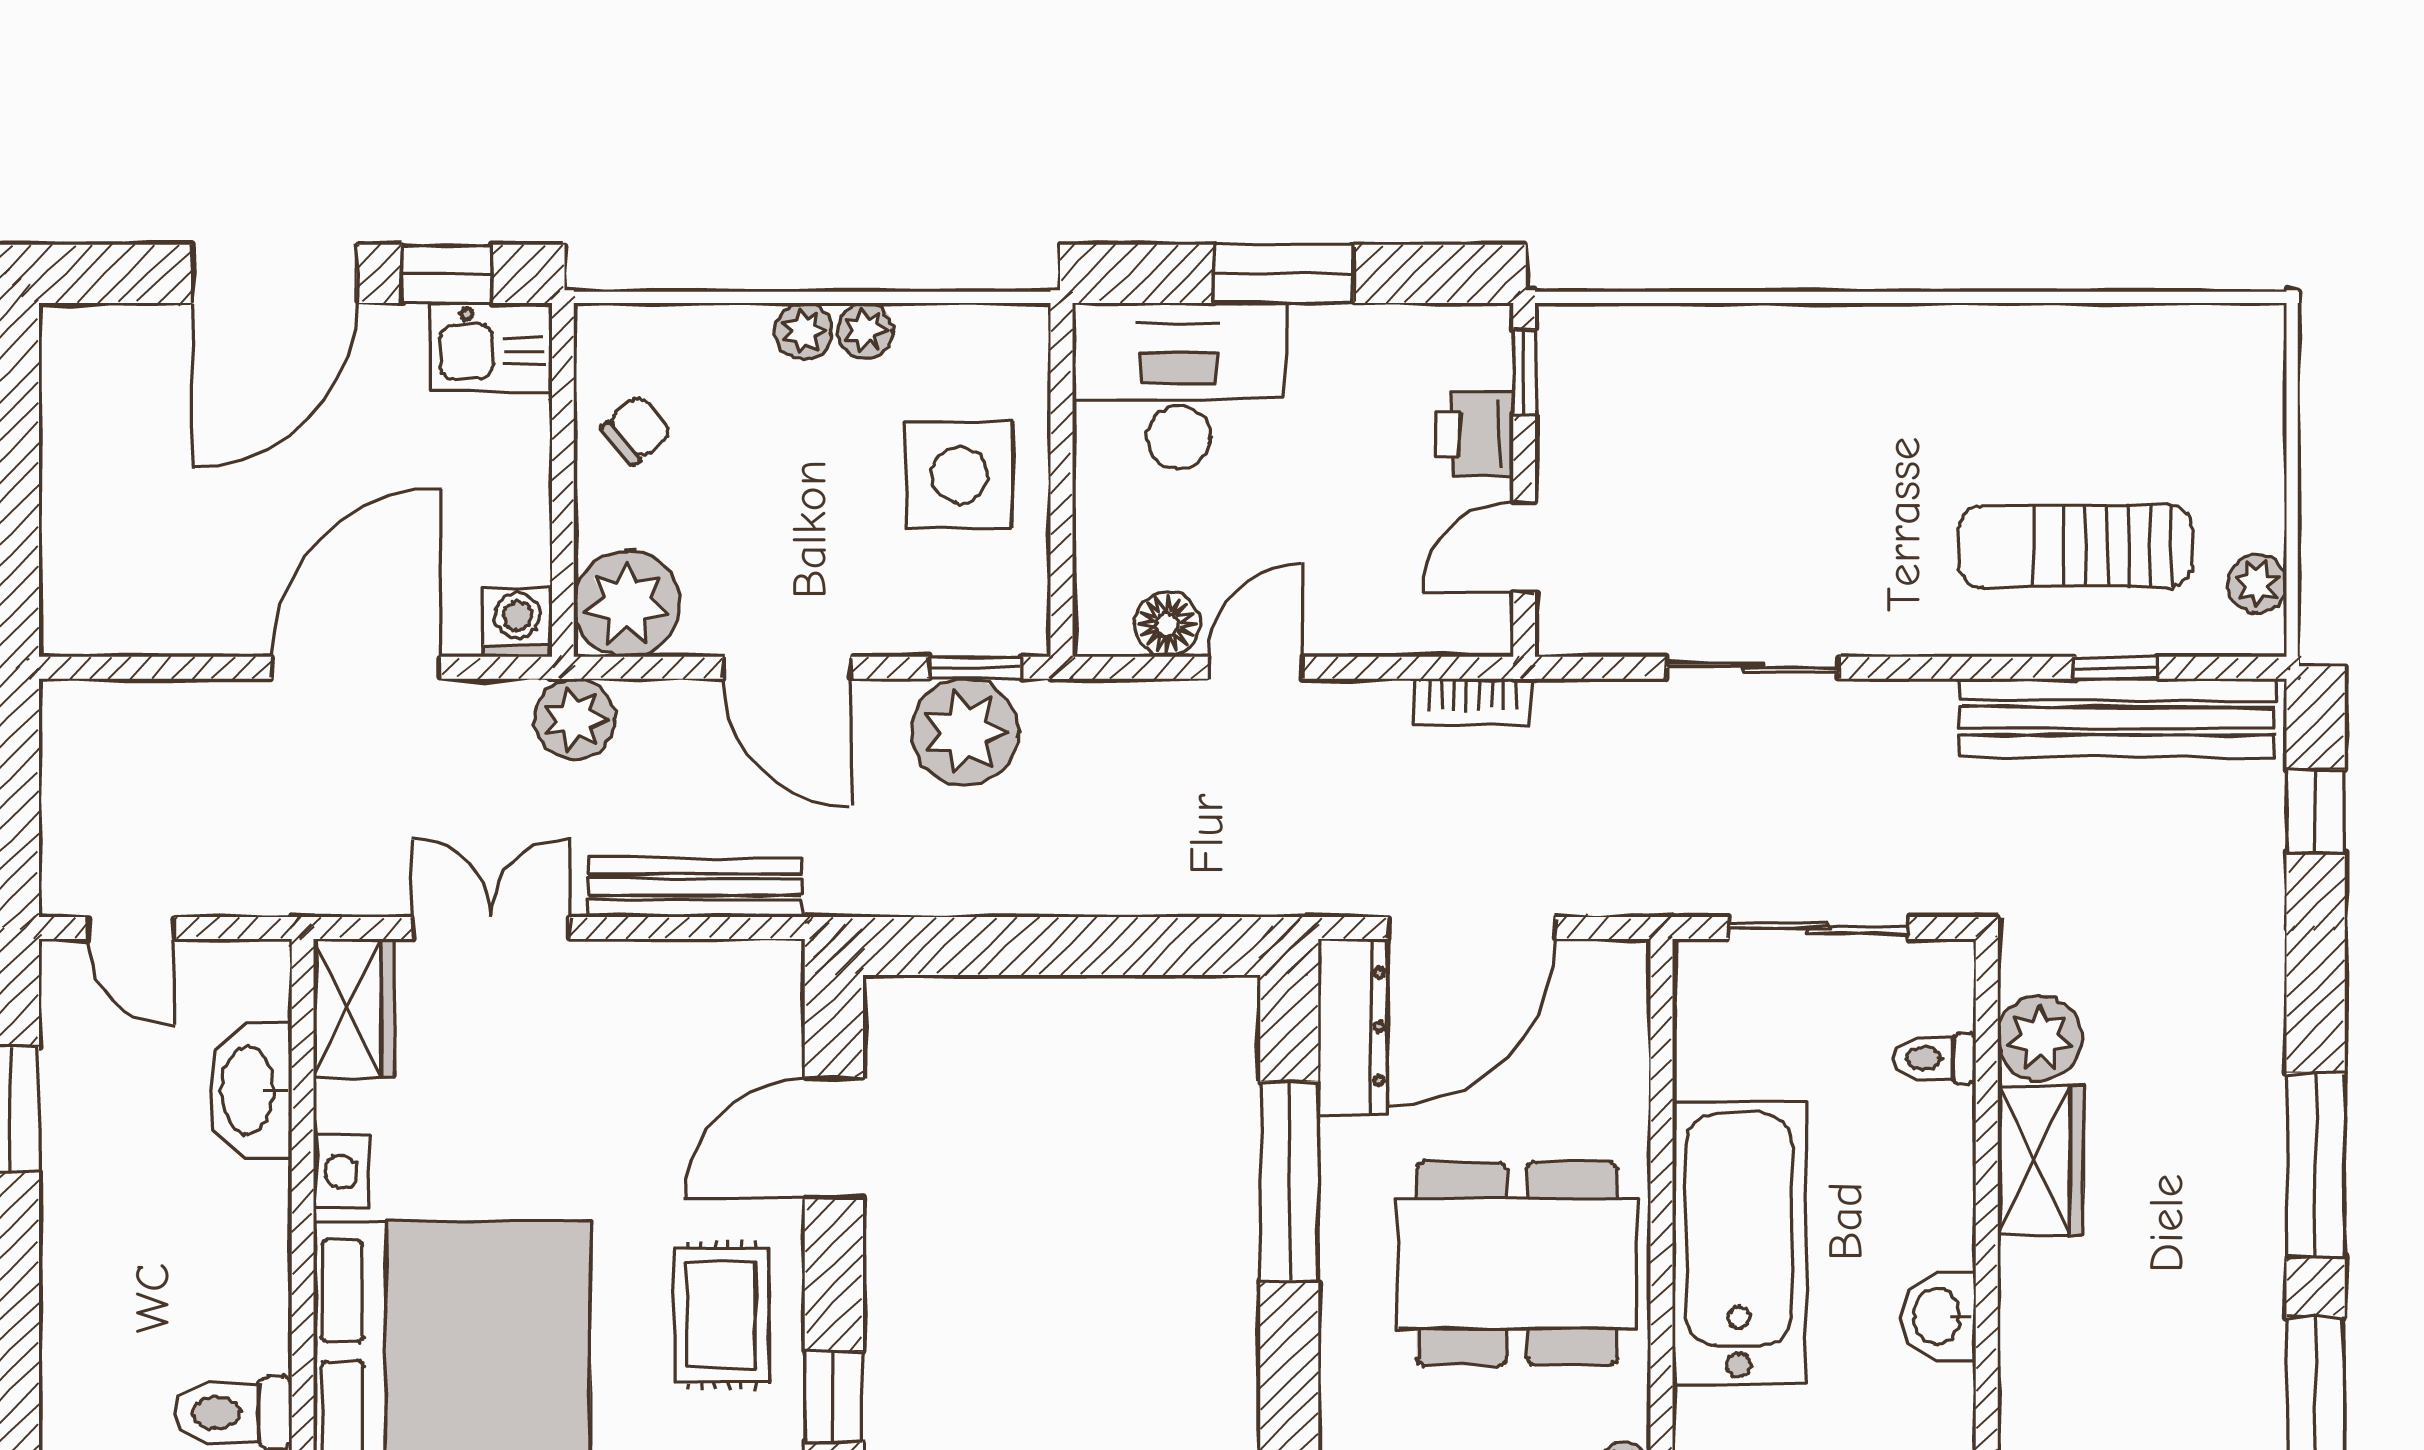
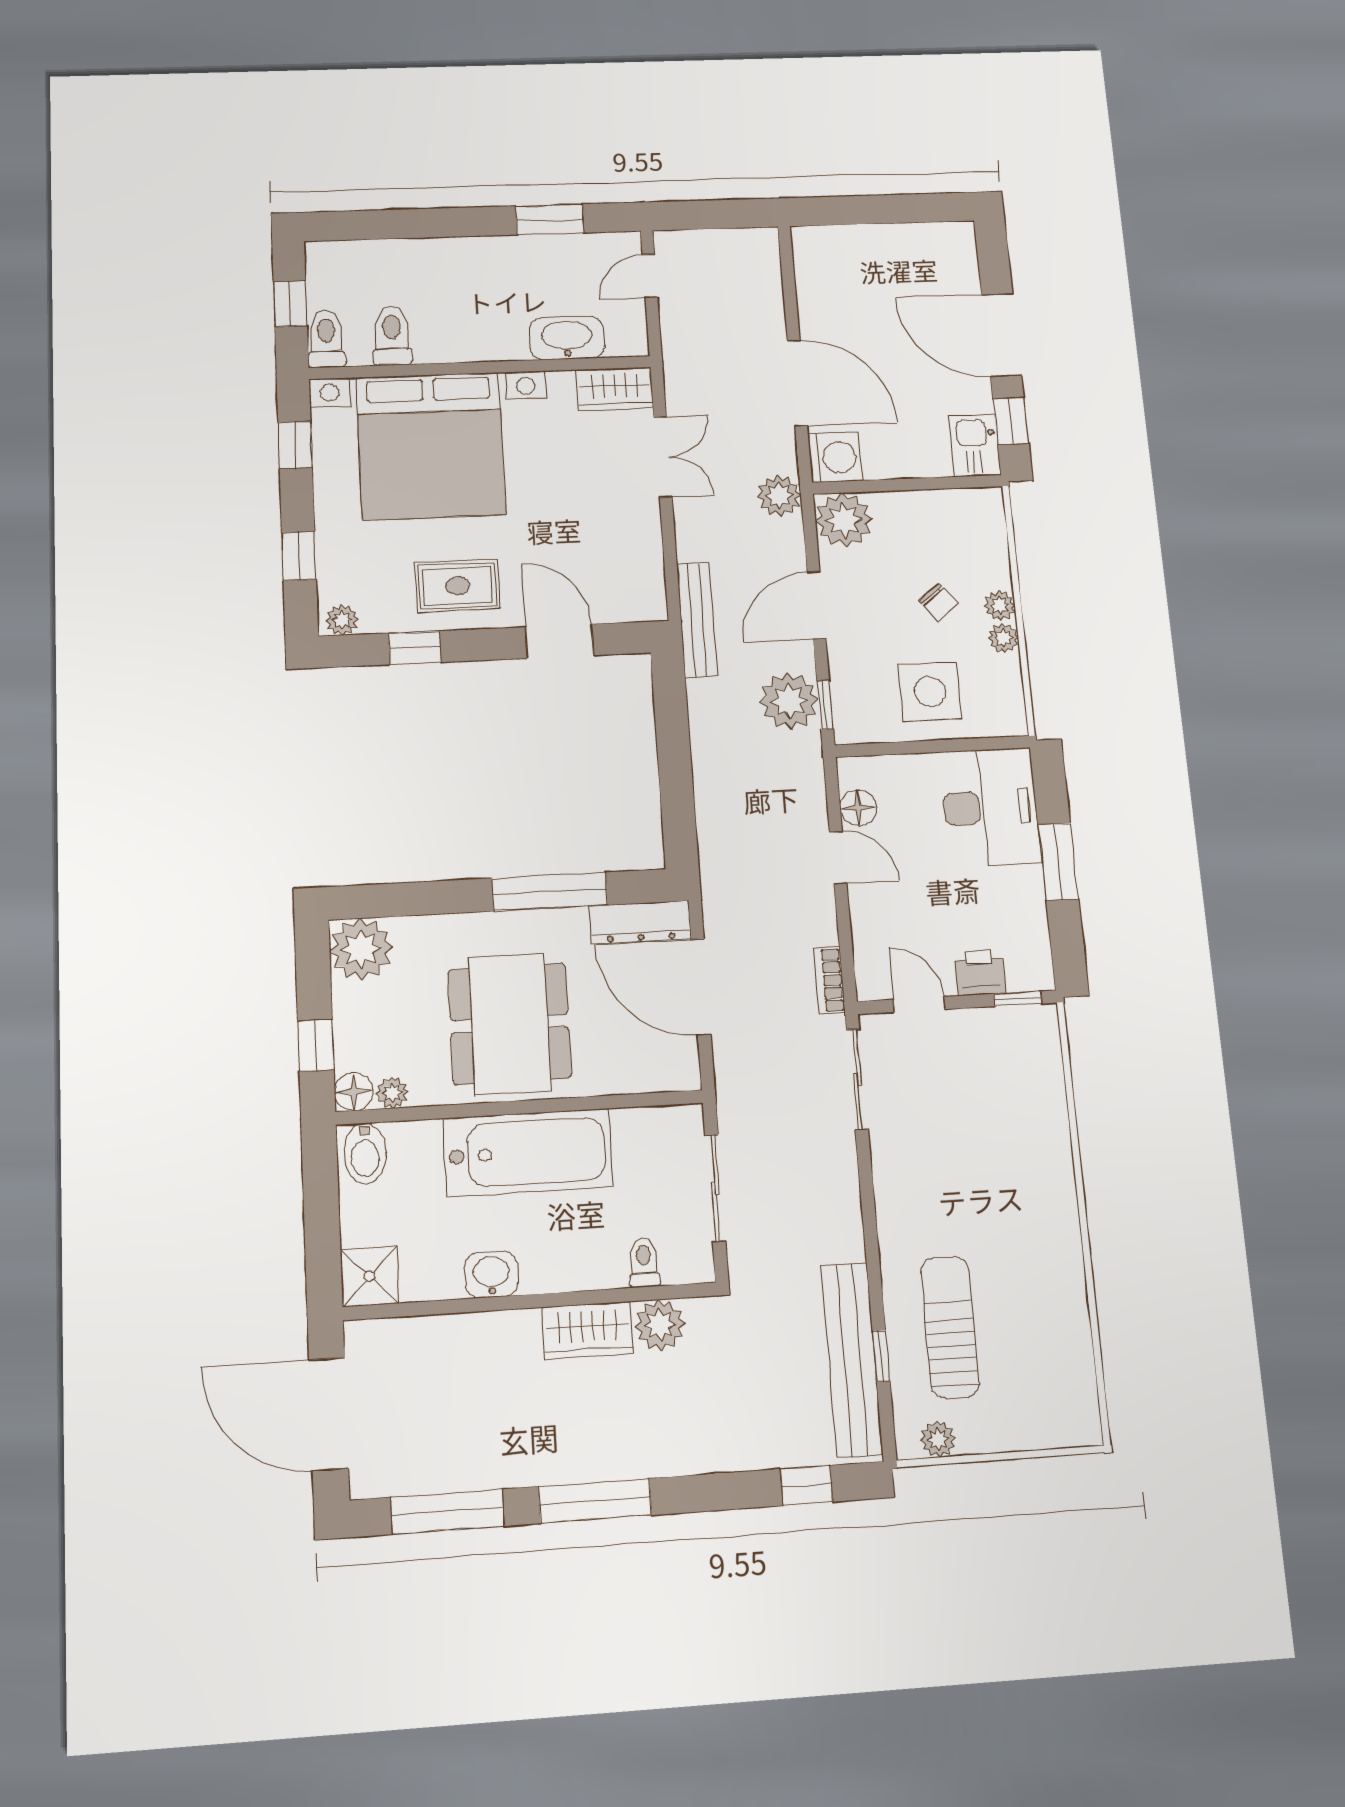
chair: (636, 430) -> (938, 602), moved
washing machine: (518, 622) -> (835, 457), width x1.38, depth x1.38
sliding door: (1753, 668) -> (857, 1079), moved
bench: (695, 887) -> (697, 620), moved

